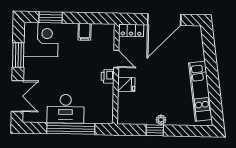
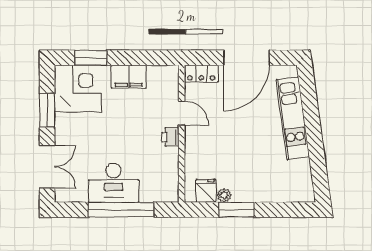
filing cabinet: (85, 32) -> (129, 77), width x2.00
fridge: (126, 85) -> (206, 191), moved, turned -90
kitchen unit: (200, 91) -> (293, 118), moved
plant: (161, 120) -> (224, 195), moved
window: (155, 130) -> (236, 210), width x1.50

